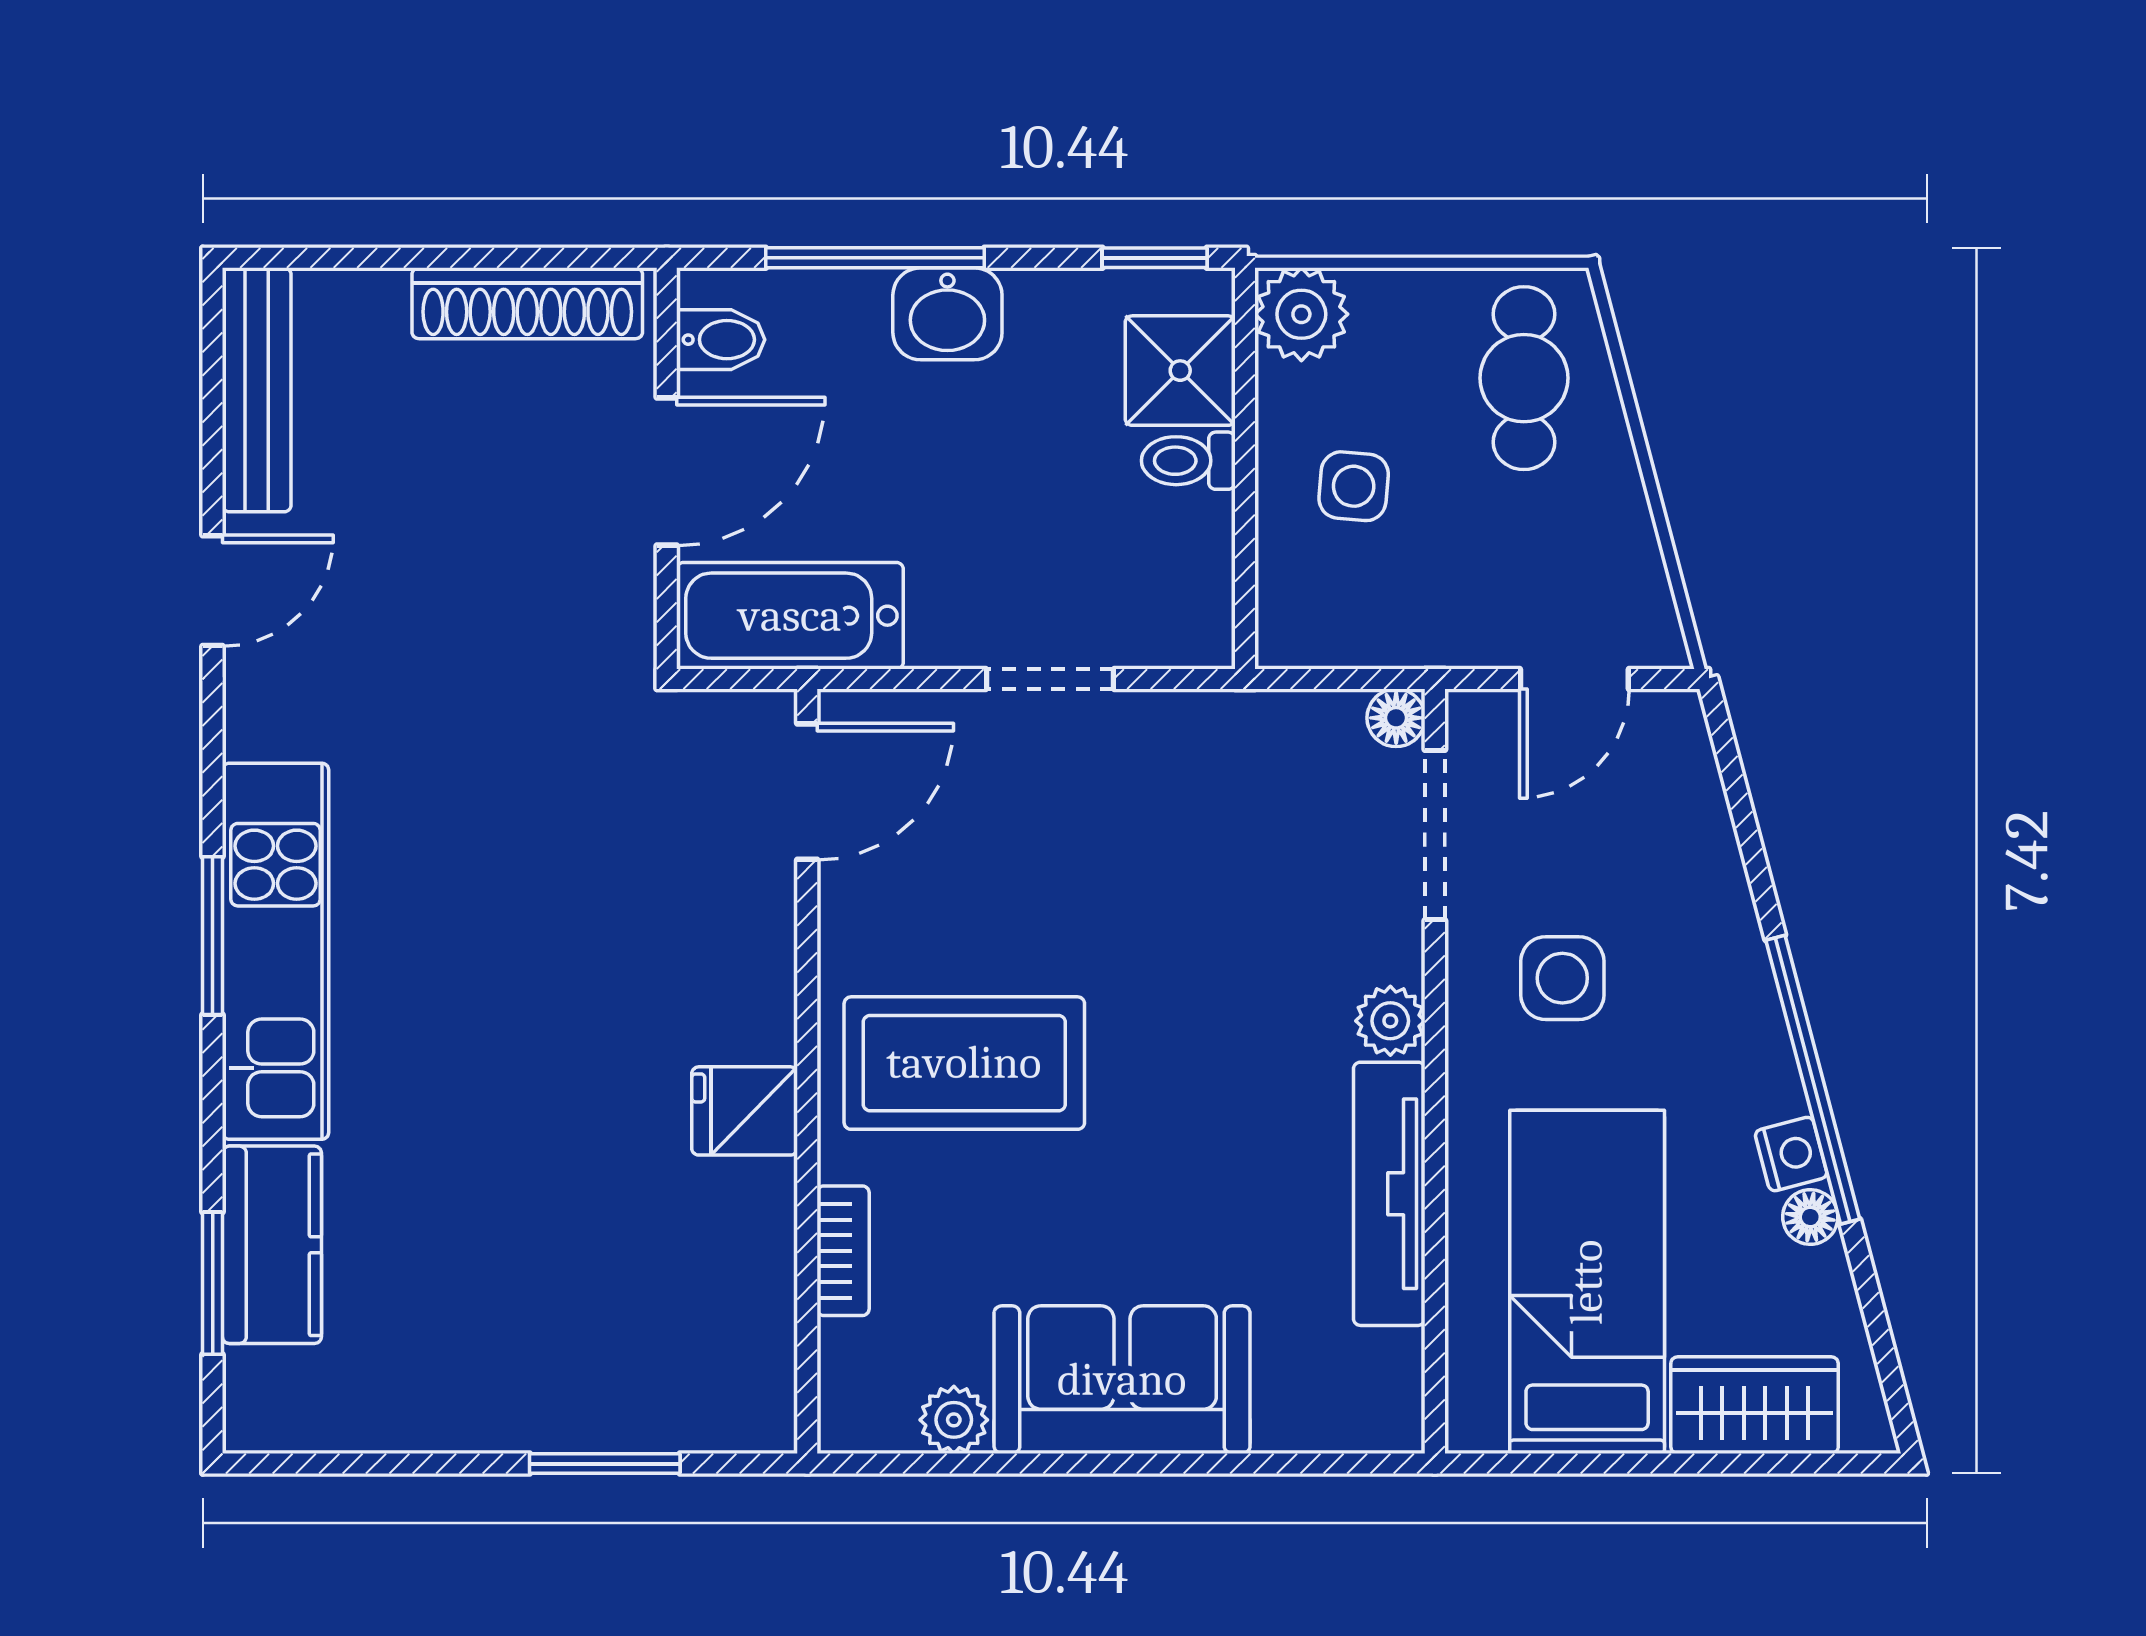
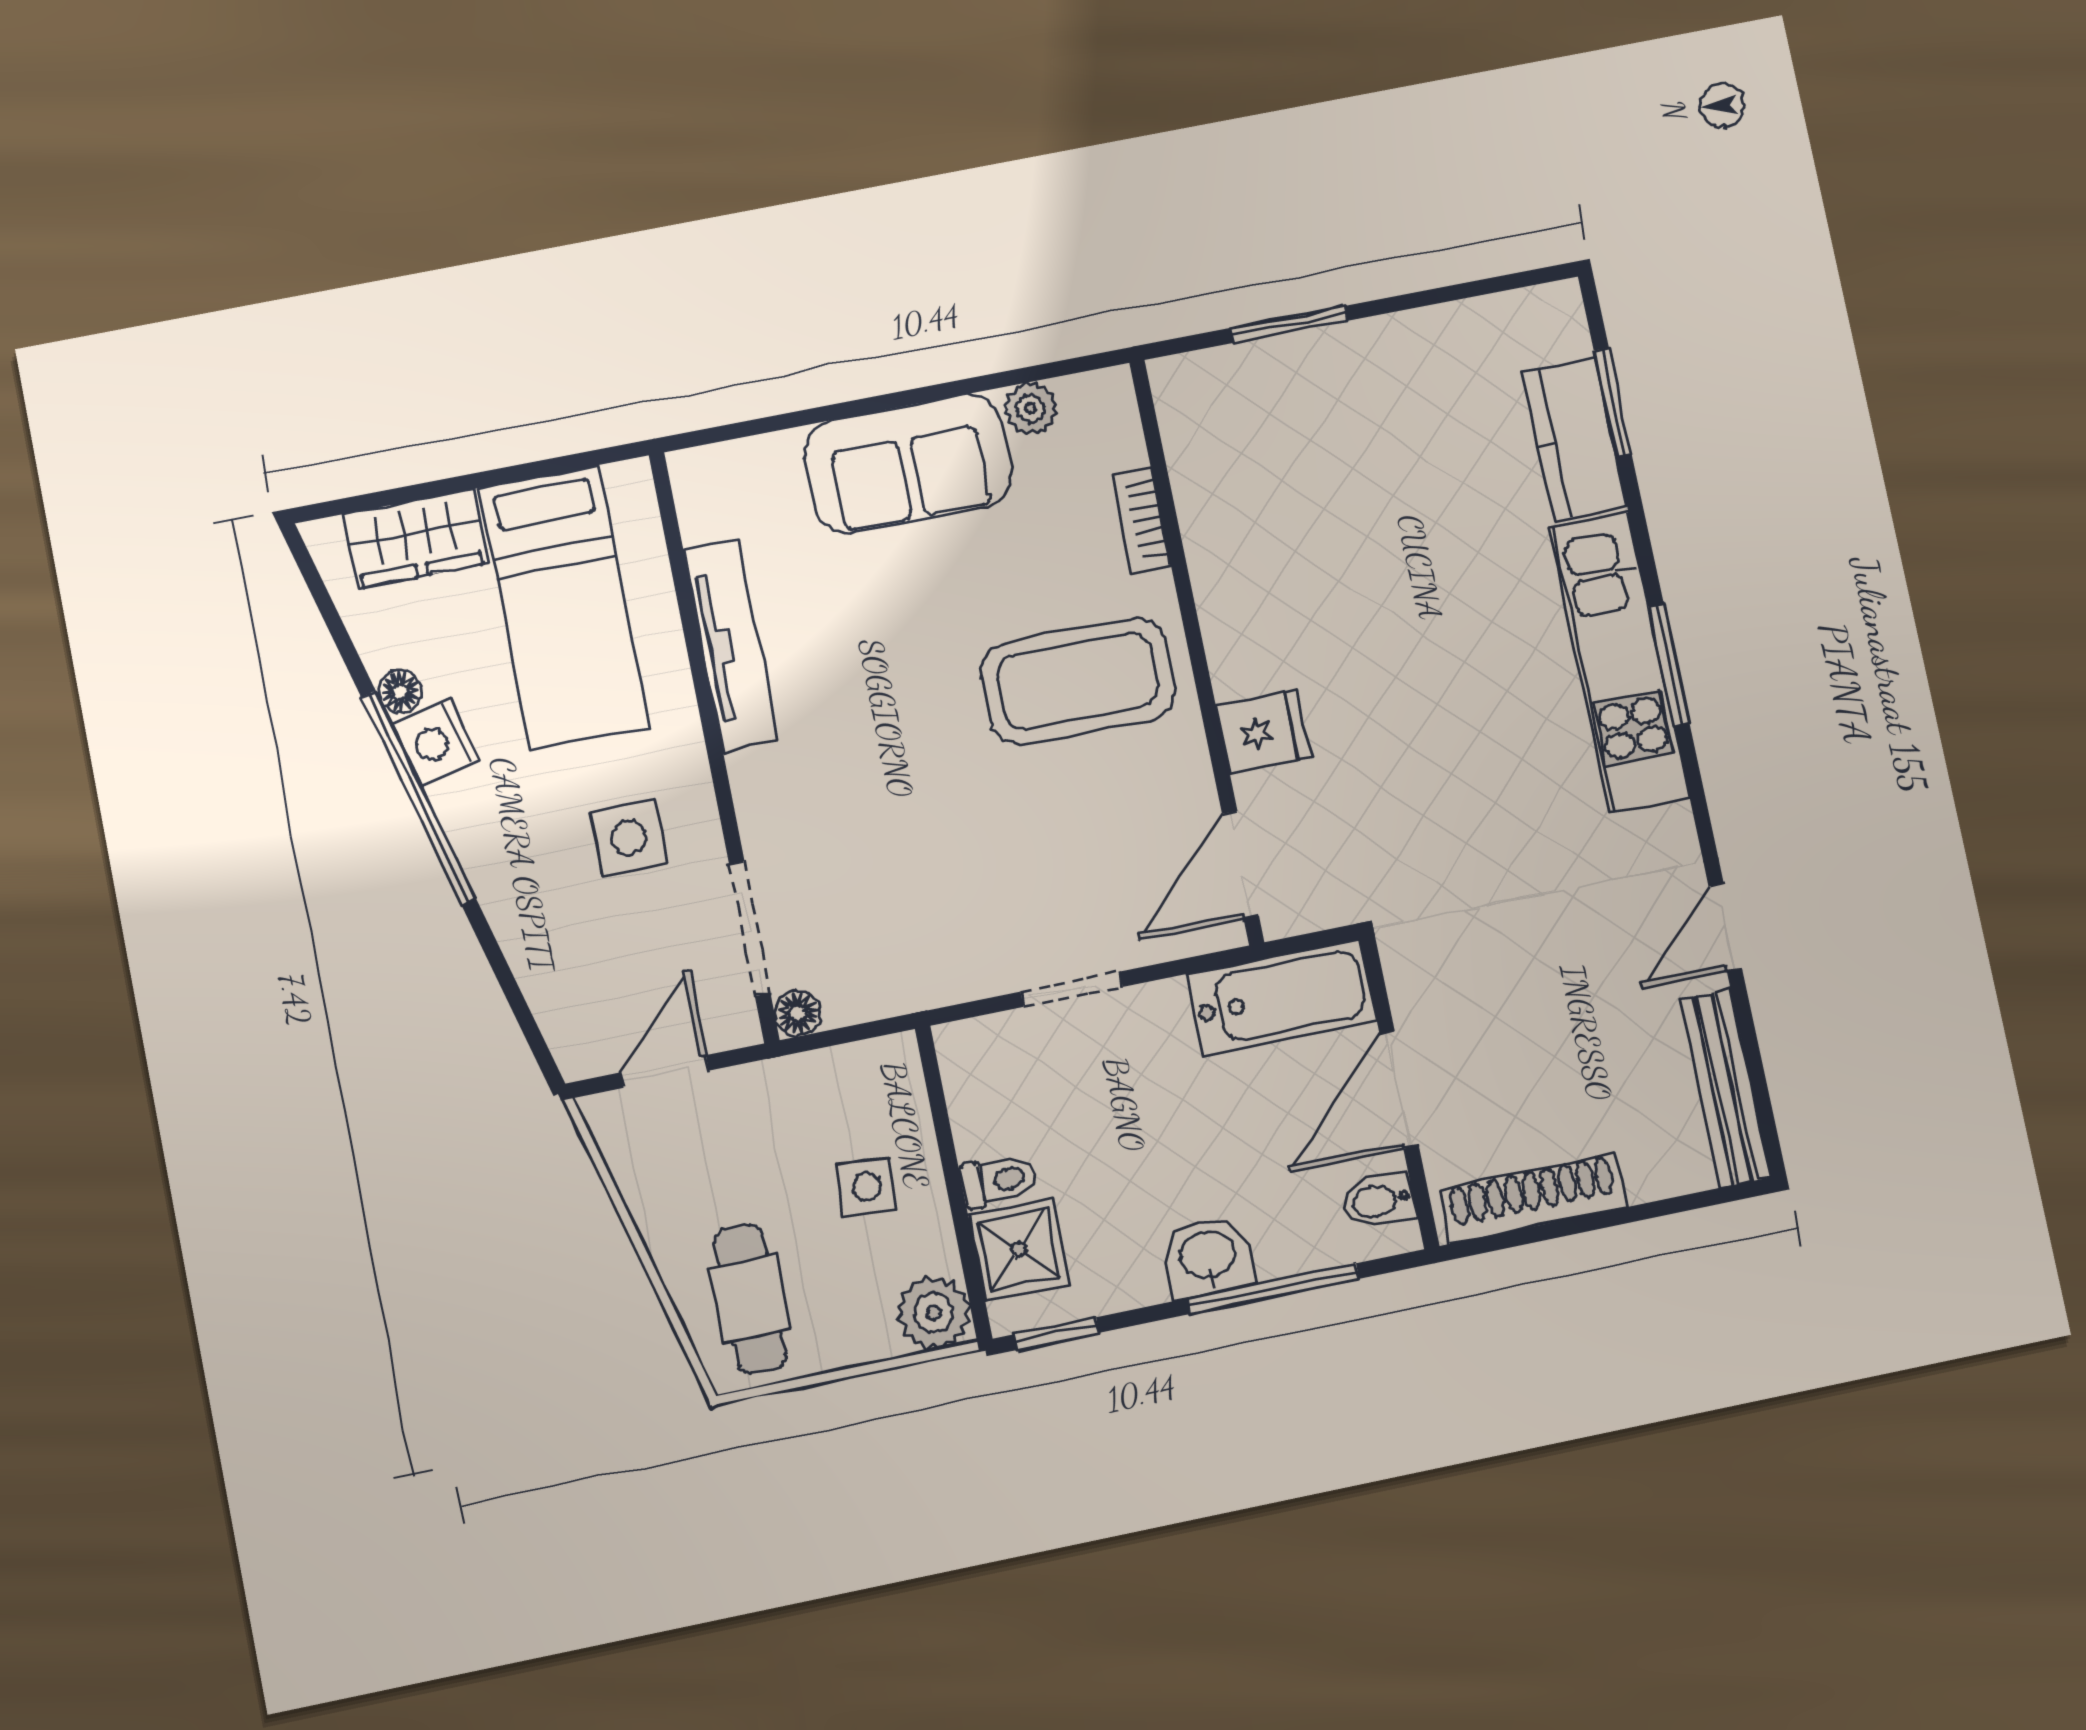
plant: (1390, 1021) -> (756, 778), removed
fridge: (745, 1111) -> (1263, 732), moved
nightstand: (1791, 1154) -> (436, 742), width x1.39, depth x1.35

